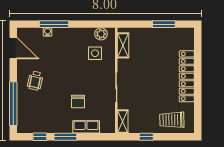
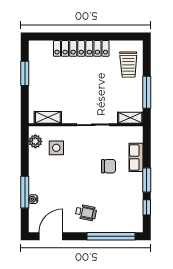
window: (146, 137) -> (147, 92), width x2.17

